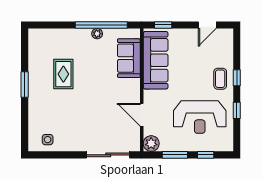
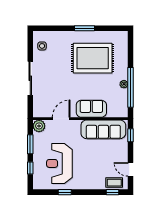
sofa: (129, 58) -> (91, 109), moved
rug: (63, 74) -> (93, 58), width x1.86, depth x2.06
window: (237, 78) -> (112, 192), moved
coffee table: (220, 79) -> (114, 183), moved
sliding door: (108, 155) -> (30, 78), moved

